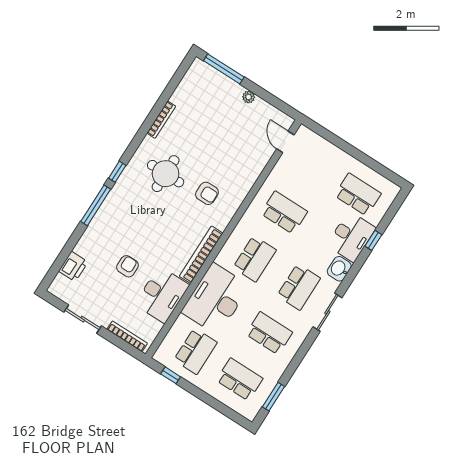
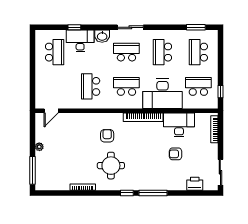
school desk: (358, 195) -> (55, 52), turned 180
sliding door: (83, 319) -> (220, 172), moved

